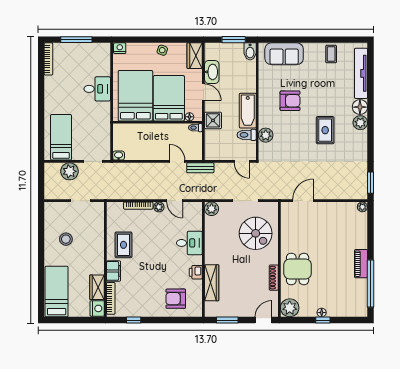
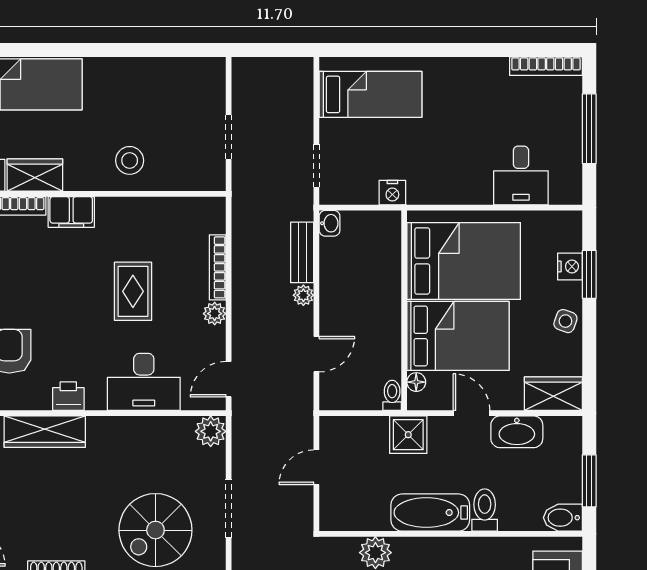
window: (141, 40) -> (589, 274), added
nightstand: (120, 48) -> (570, 266), moved
desk: (97, 89) -> (521, 175), moved
door: (203, 92) -> (472, 413), swing flipped
nightstand: (105, 128) -> (392, 193), added
toilet: (247, 135) -> (485, 510), moved
door: (242, 161) -> (316, 467), moved
bench: (200, 168) -> (302, 252), moved
plant: (69, 171) -> (303, 295), moved, width x0.53, depth x0.53
door: (175, 201) -> (229, 379), moved
stool: (66, 239) -> (130, 160), moved
desk: (189, 243) -> (144, 382), width x1.37
rug: (123, 245) -> (133, 291), moved, turned 90

